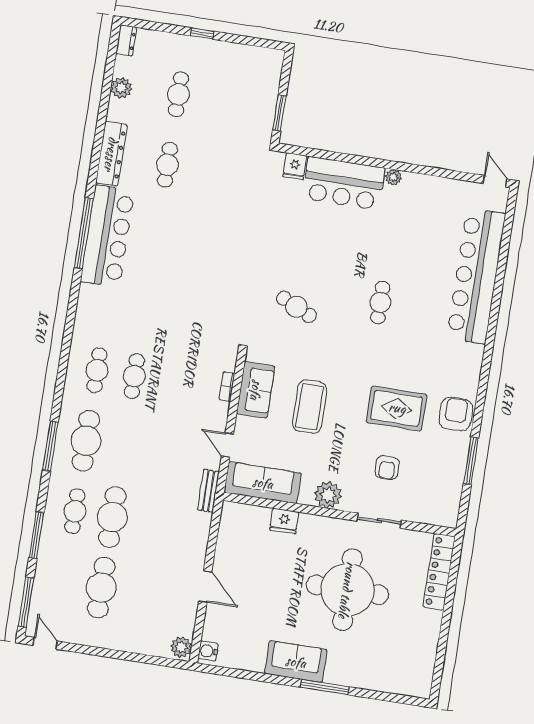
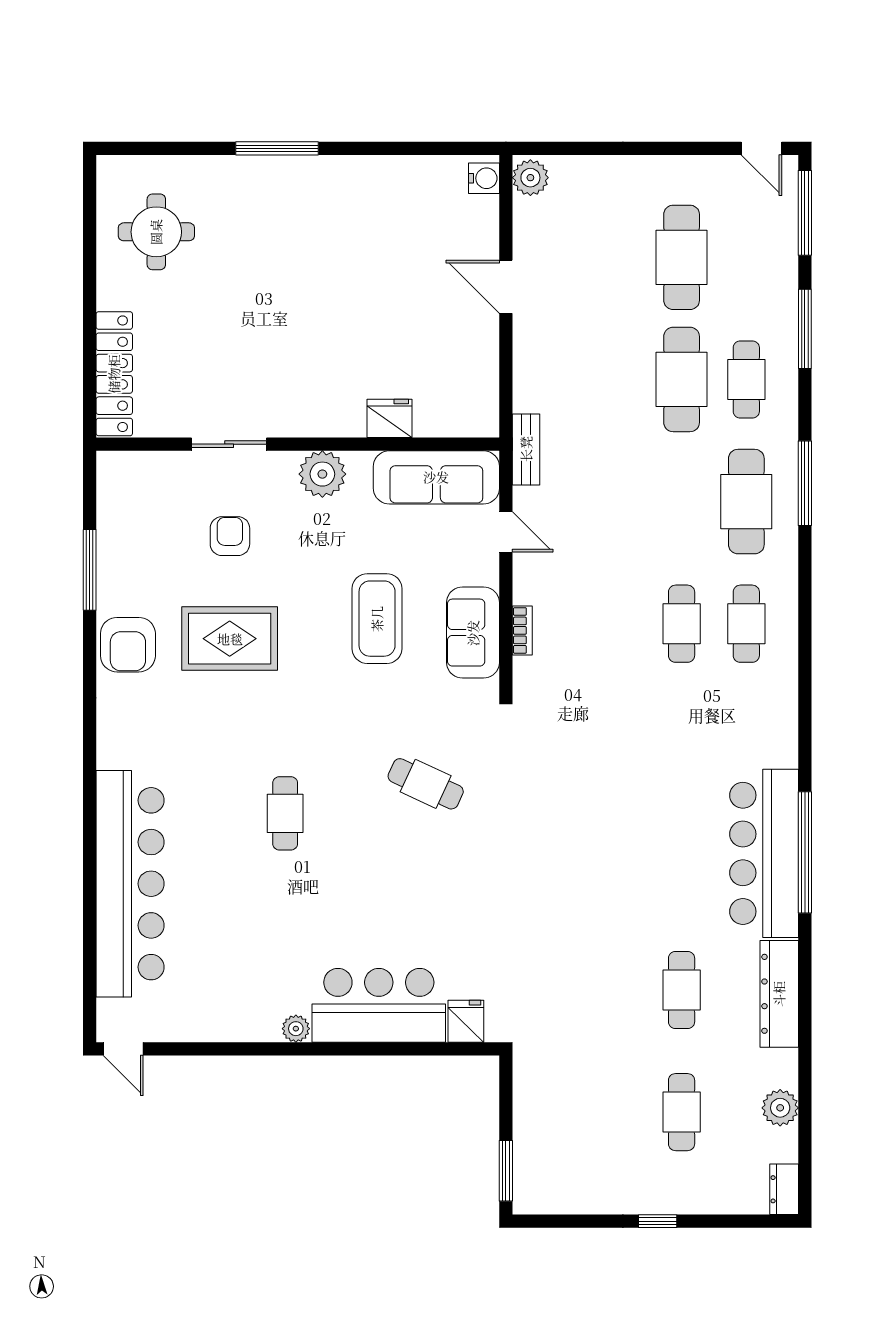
window: (279, 113) -> (506, 1171), moved
round table: (347, 590) -> (156, 232), moved, width x0.54, depth x0.54
sofa: (296, 662) -> (333, 184), removed

